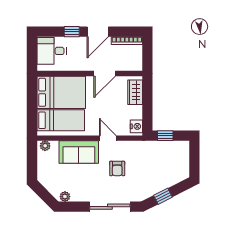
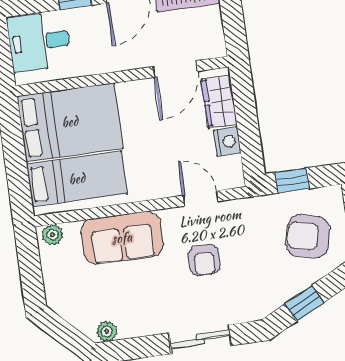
door: (105, 73) -> (175, 69), moved
nightstand: (136, 126) -> (227, 141), moved
door: (108, 138) -> (201, 198), moved
armchair: (169, 164) -> (308, 236), added
sliding door: (110, 207) -> (200, 339), width x0.73

